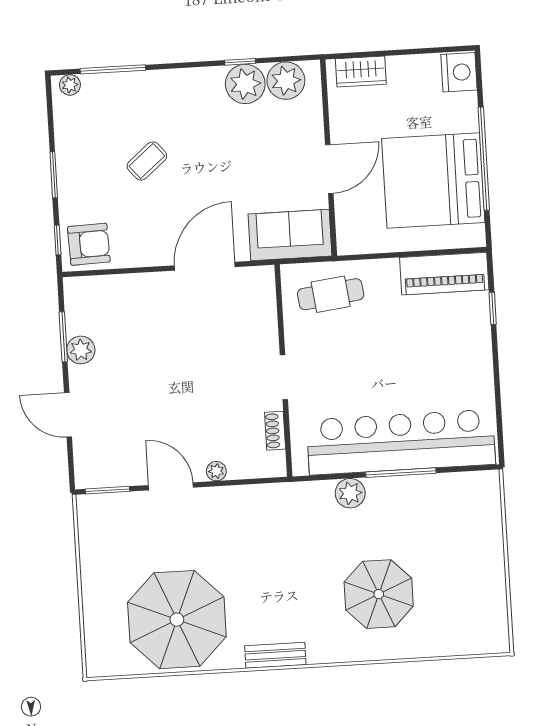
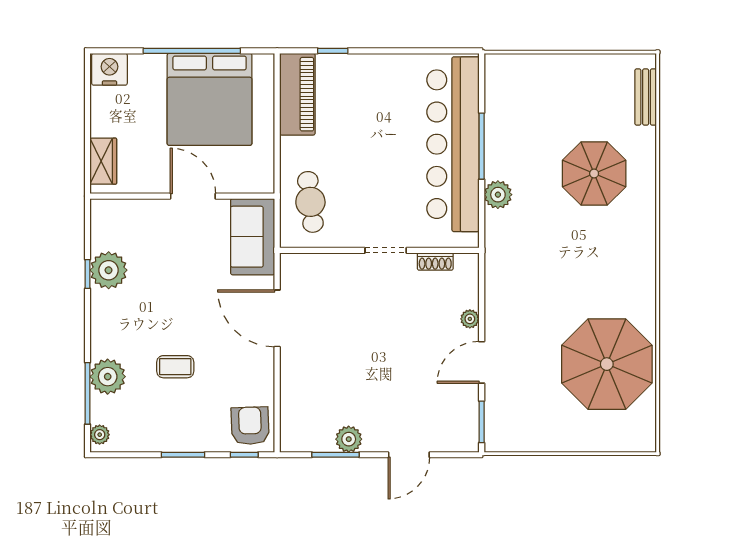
plant: (286, 81) -> (108, 377), moved
coffee table: (147, 161) -> (175, 367), turned -50
bench: (275, 655) -> (646, 97), moved

